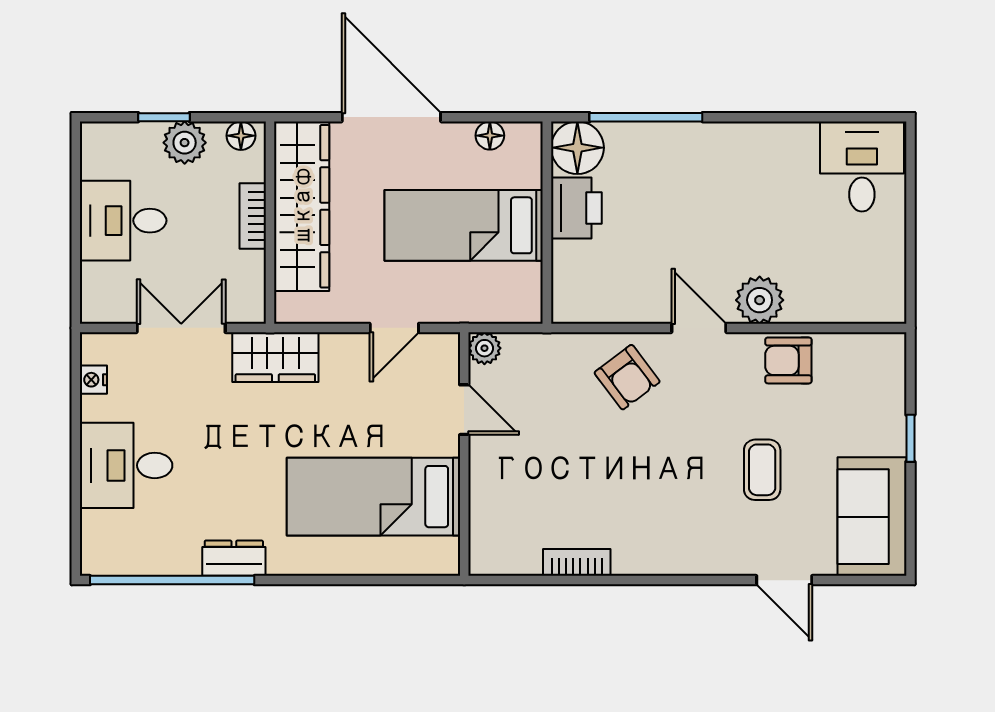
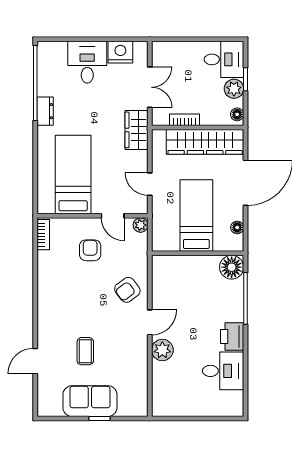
desk: (862, 167) -> (223, 371), moved
printer: (576, 208) -> (232, 336), moved, turned 90
bookcase: (253, 216) -> (185, 120), moved
desk: (123, 221) -> (224, 59), moved, turned 90
armchair: (788, 360) -> (90, 250), moved
nightstand: (93, 380) -> (120, 52), width x1.89, depth x1.79
door: (464, 410) -> (113, 216), hinge flipped
coffee table: (762, 470) -> (85, 351), turned 90
sofa: (872, 517) -> (90, 401), moved
bookcase: (577, 562) -> (43, 235), moved

